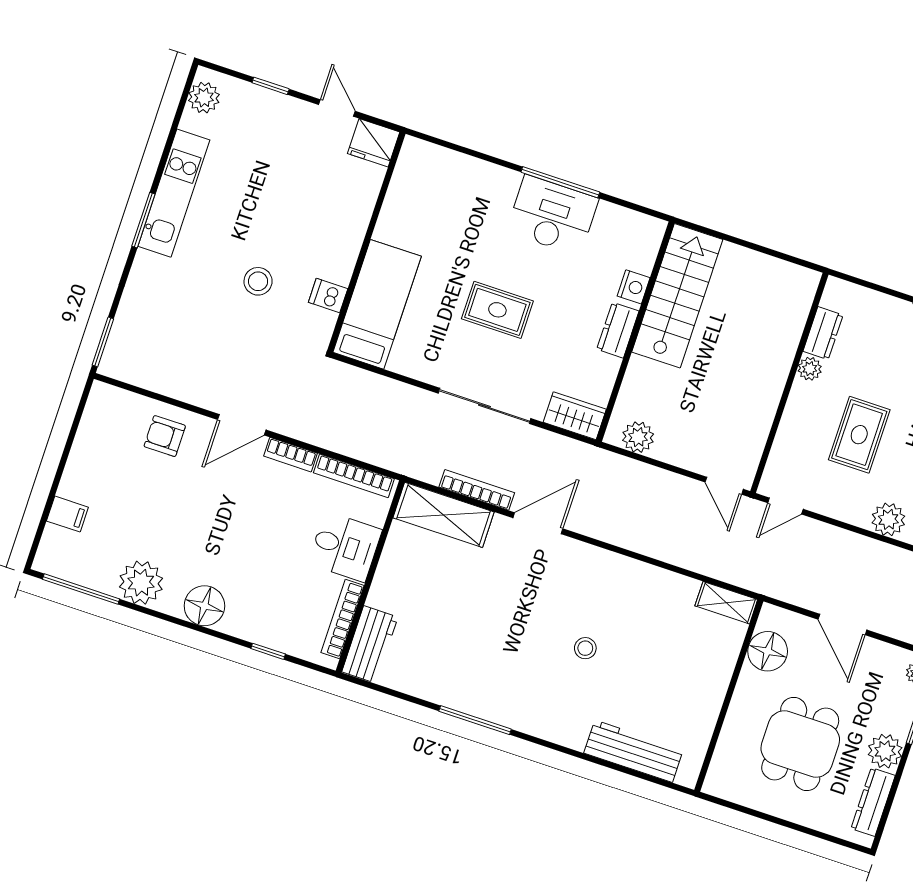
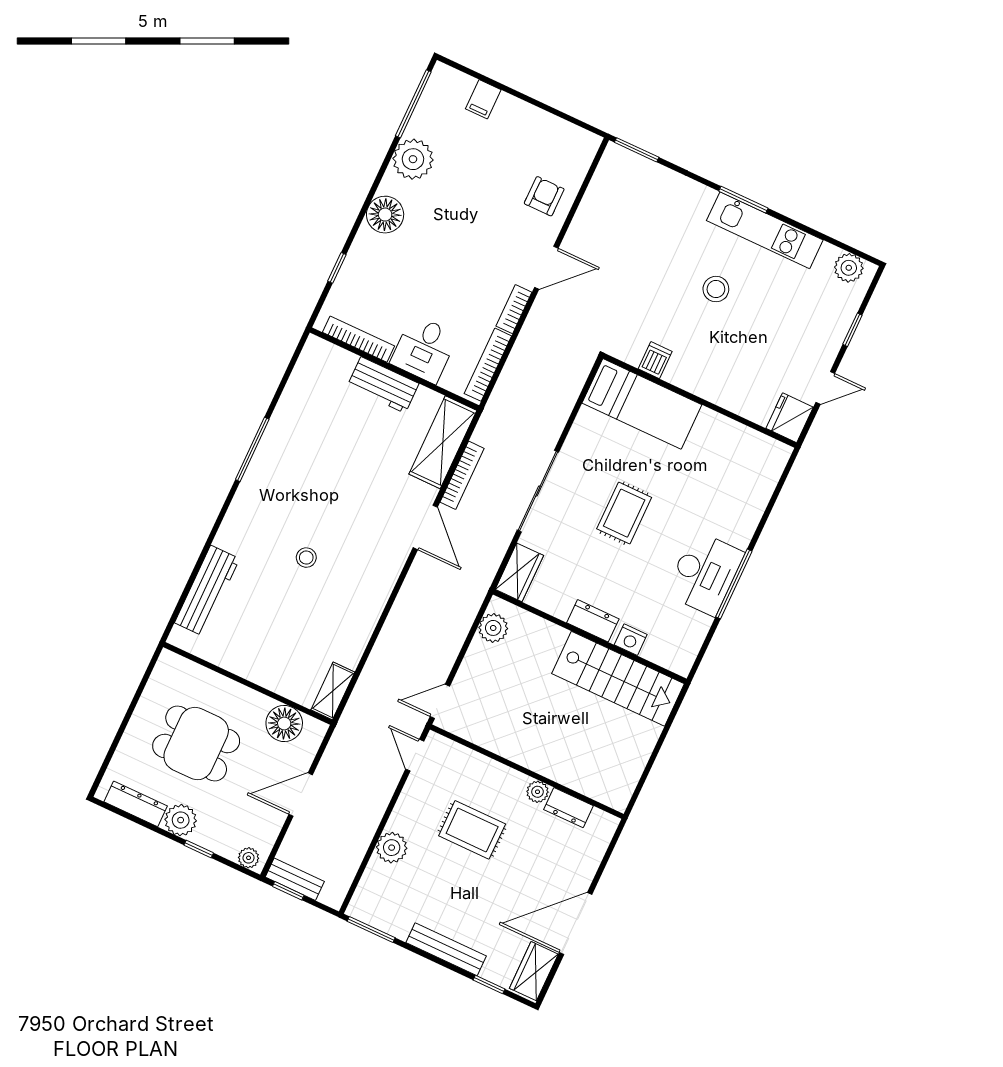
stool: (258, 281) -> (716, 289), moved
door: (242, 425) -> (546, 268), swing flipped
workbench: (370, 644) -> (383, 385), moved

